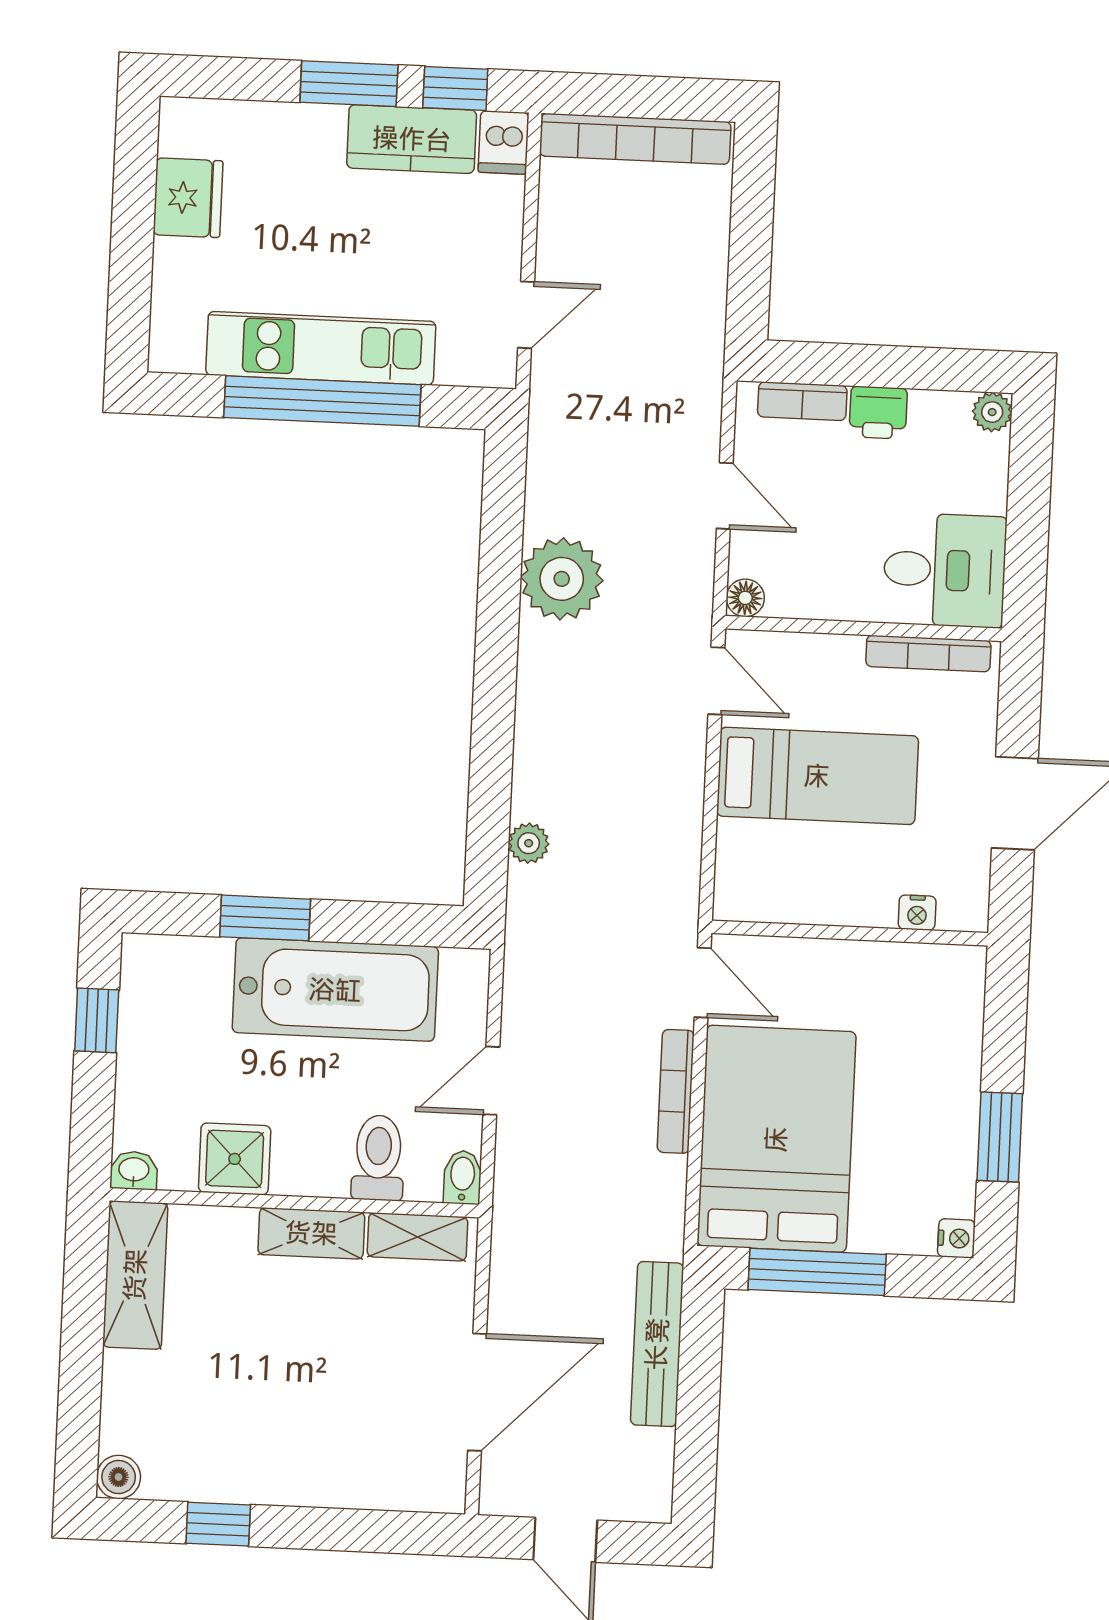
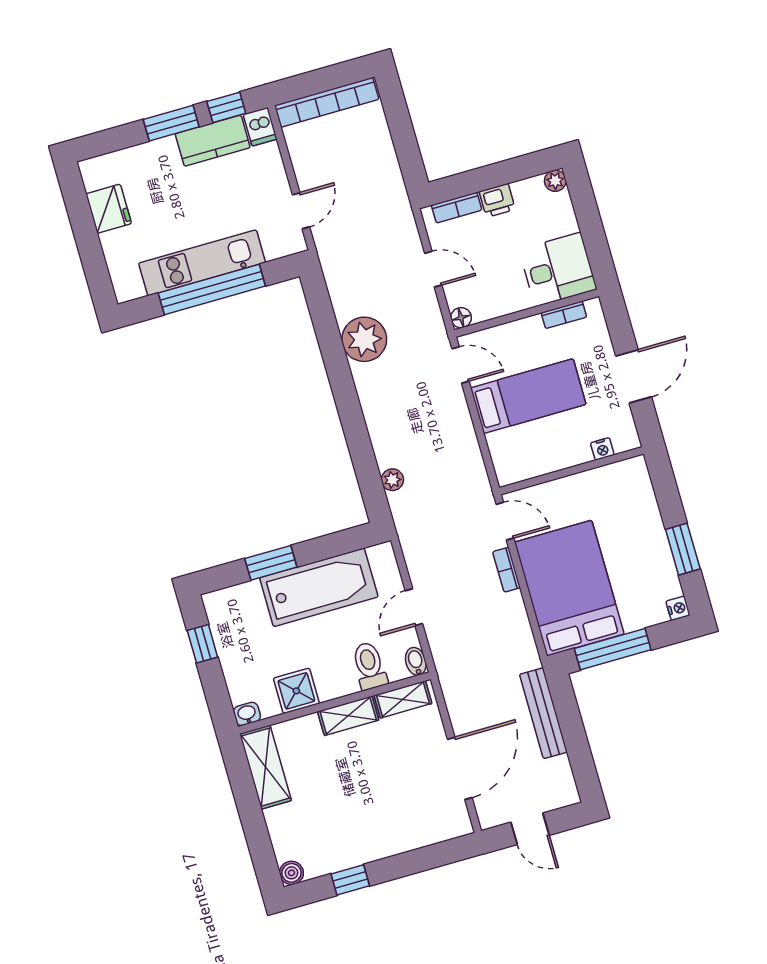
bookcase: (928, 653) -> (564, 315), width x0.64
bookcase: (676, 1091) -> (506, 570), width x0.64

